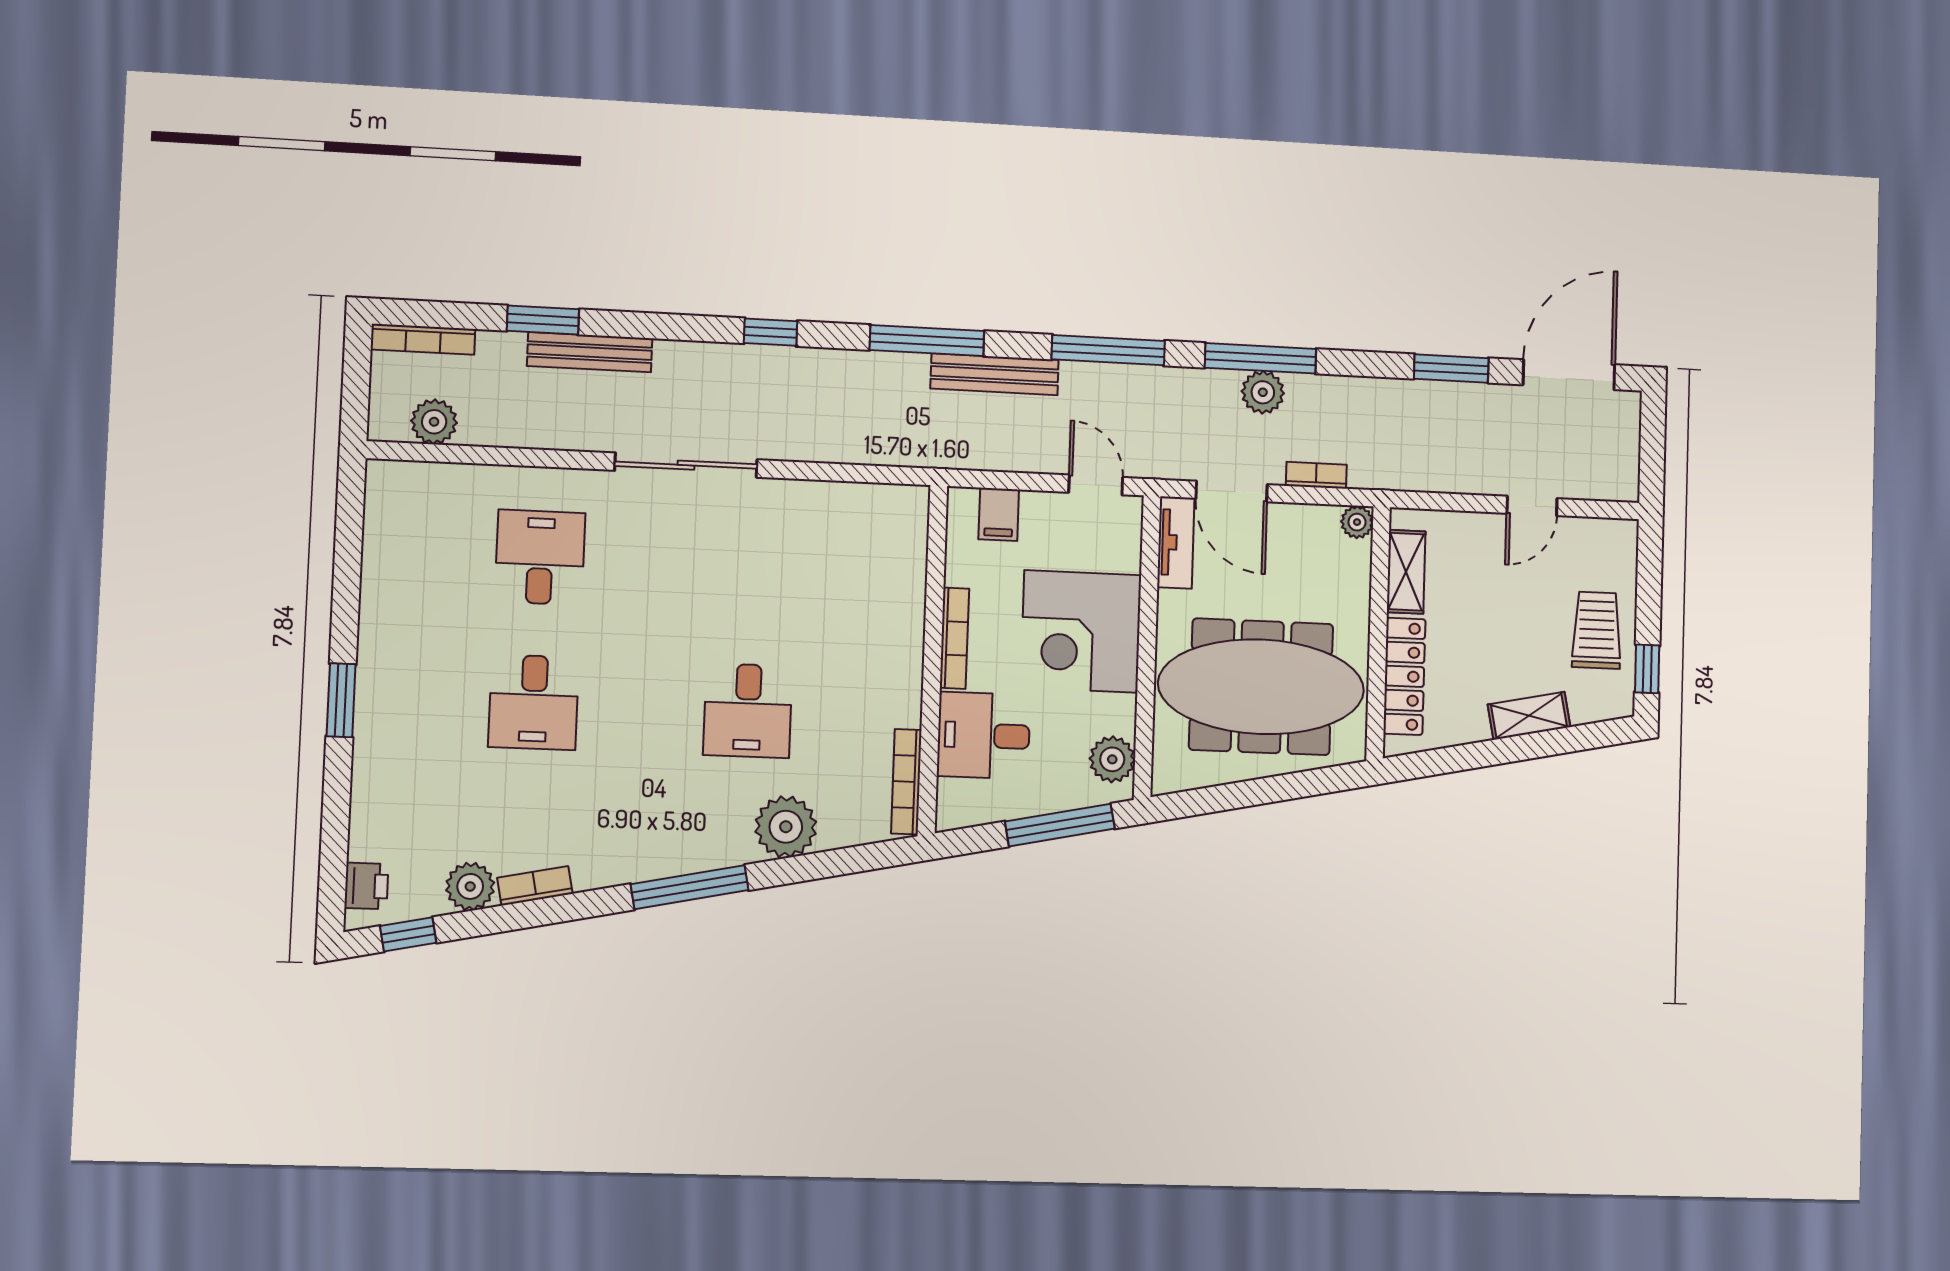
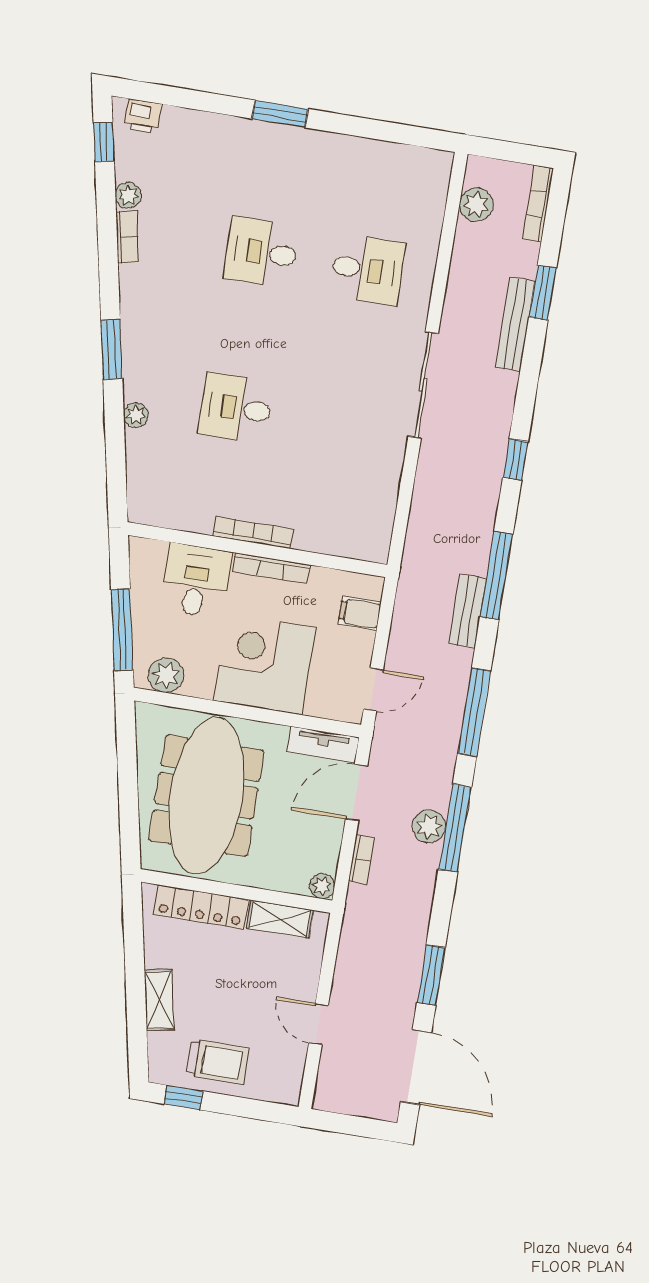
bench: (995, 374) -> (467, 611), width x0.73
bookcase: (906, 782) -> (253, 533), moved
plant: (786, 827) -> (136, 415), width x0.53, depth x0.53
plant: (470, 886) -> (128, 195), width x0.73, depth x0.73
window: (690, 887) -> (112, 349), width x0.69

